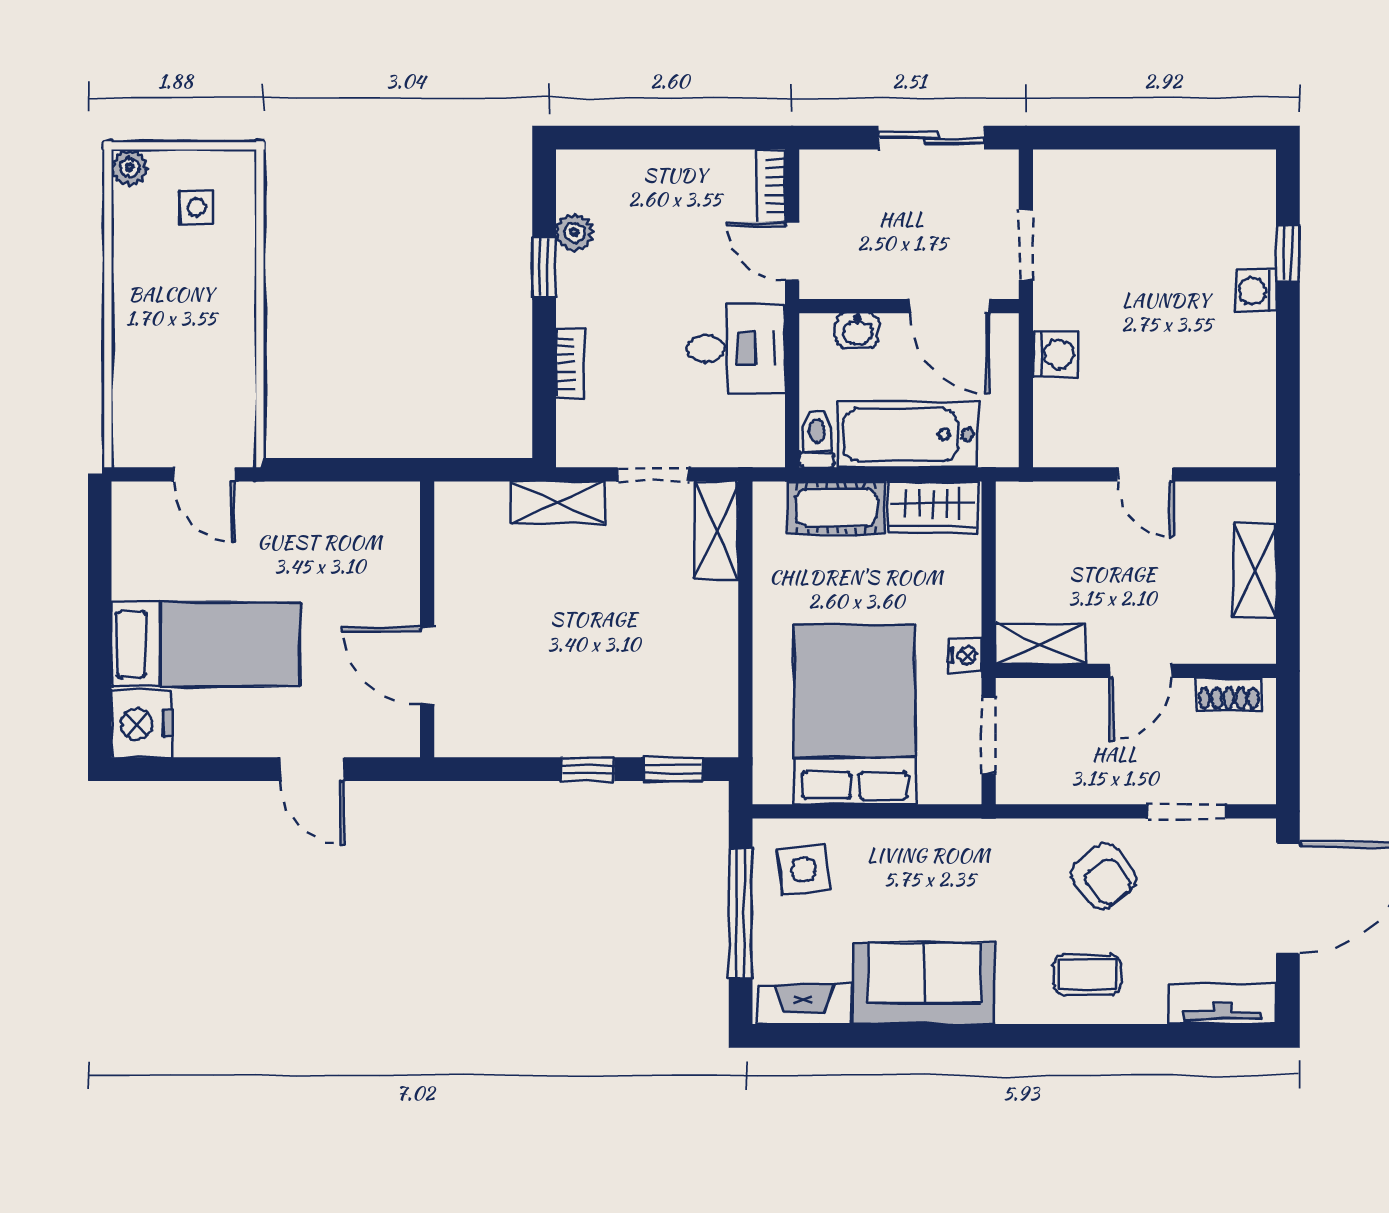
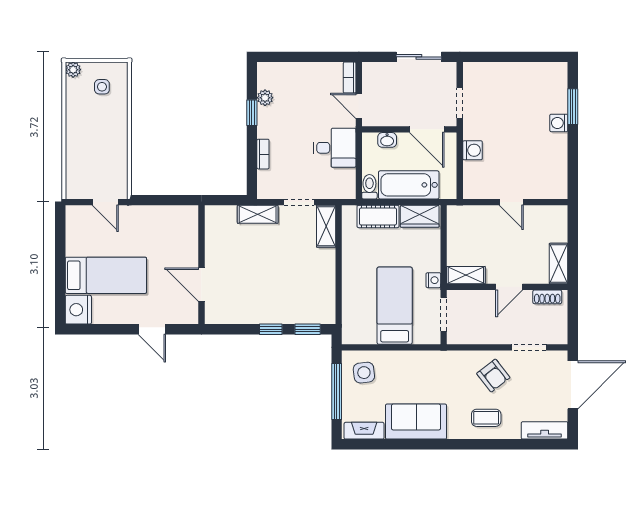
window: (1288, 253) -> (573, 107), width x1.50
shelving: (1255, 571) -> (559, 263), moved
bed: (855, 715) -> (395, 306), width x0.67

